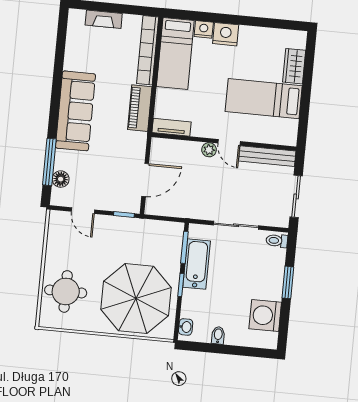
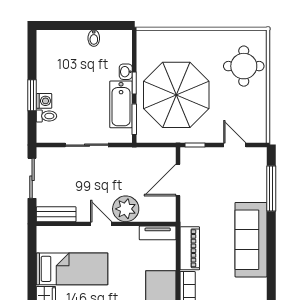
plant: (209, 150) -> (126, 209), width x1.87, depth x1.87
bench: (267, 156) -> (56, 214), width x0.73
floor lamp: (61, 179) -> (259, 173), removed
toilet: (277, 241) -> (47, 116), moved
parasol: (136, 298) -> (176, 95), moved
washing machine: (265, 315) -> (44, 101), moved, width x0.53, depth x0.53
washbasin: (186, 327) -> (126, 72), moved

